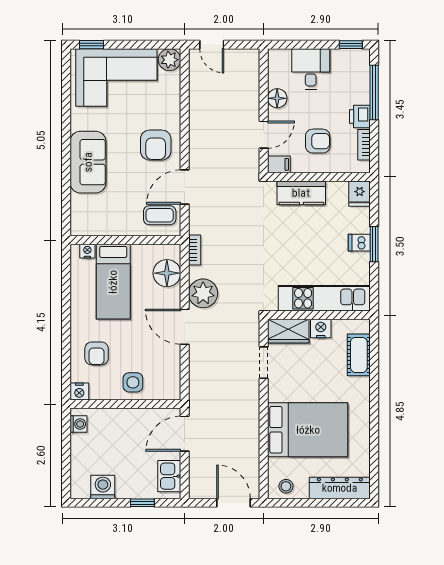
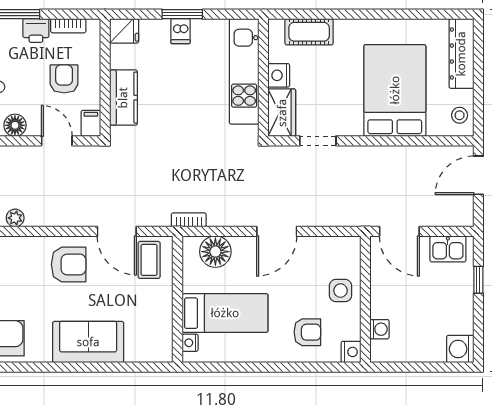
plant: (203, 293) -> (15, 218), moved, width x0.53, depth x0.53
washing machine: (78, 424) -> (379, 329), moved, turned 90
washing machine: (103, 487) -> (460, 349), moved

